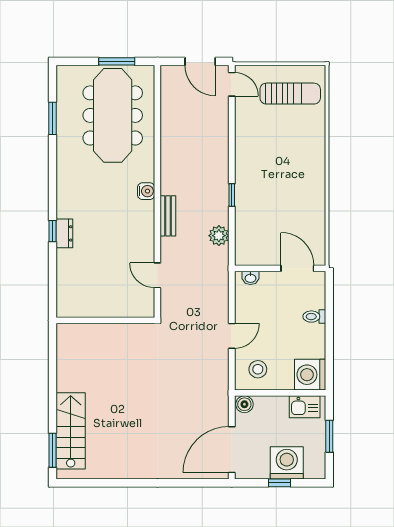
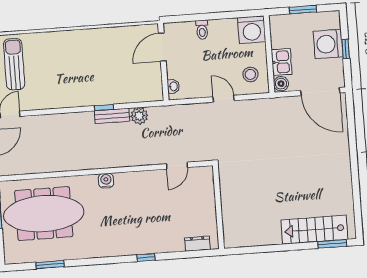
bench: (168, 216) -> (112, 116), moved
dresser: (64, 233) -> (197, 244), moved
kitchen sink: (305, 407) -> (282, 62), moved

